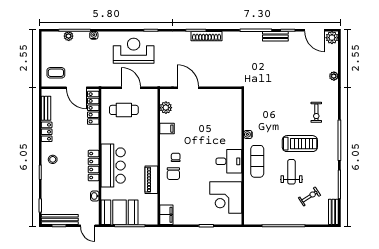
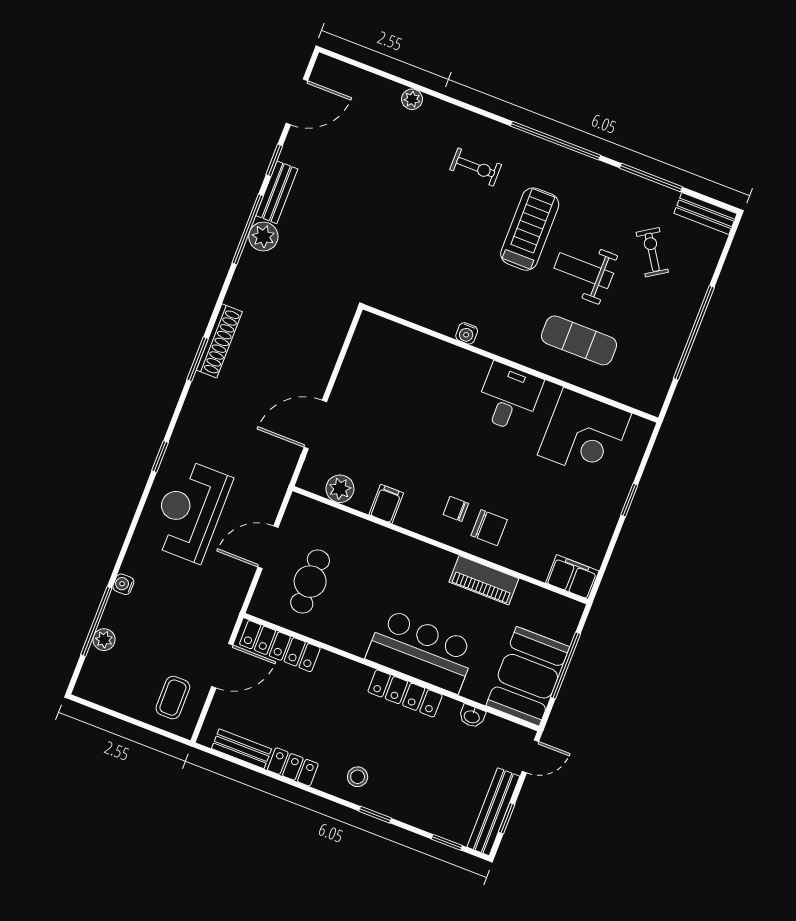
plant: (332, 38) -> (263, 236), moved
exercise mat: (257, 161) -> (579, 340), moved

